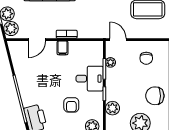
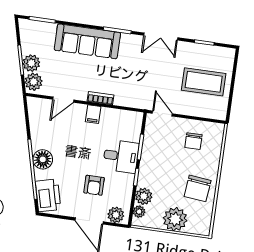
plant: (110, 62) -> (139, 212), moved
floor lamp: (27, 90) -> (43, 159), added
chair: (155, 96) -> (198, 188), turned -84

